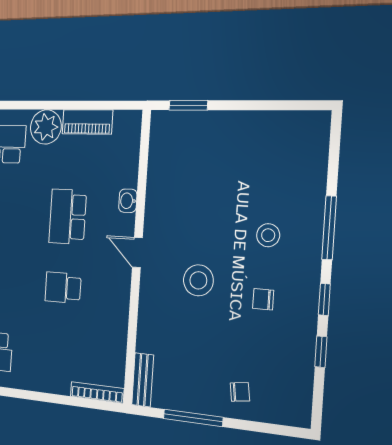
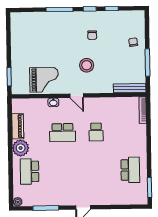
grand piano: (175, 183) -> (44, 80), added
stool: (268, 235) -> (64, 35), removed
door: (137, 253) -> (77, 96), hinge flipped
bench: (143, 380) -> (130, 88), width x1.36

